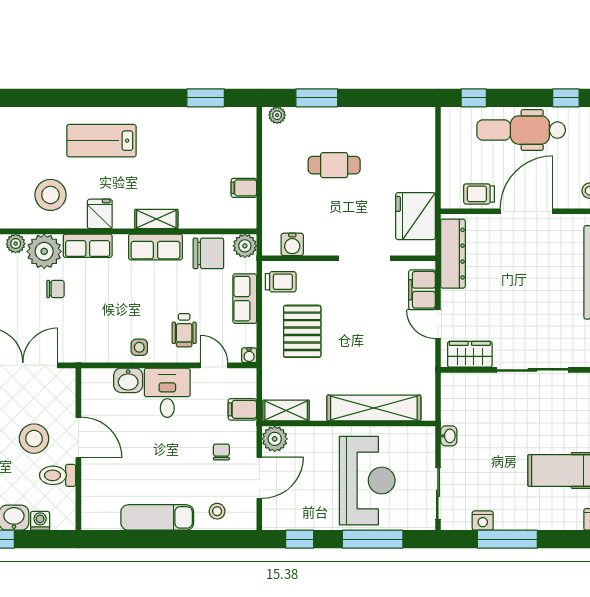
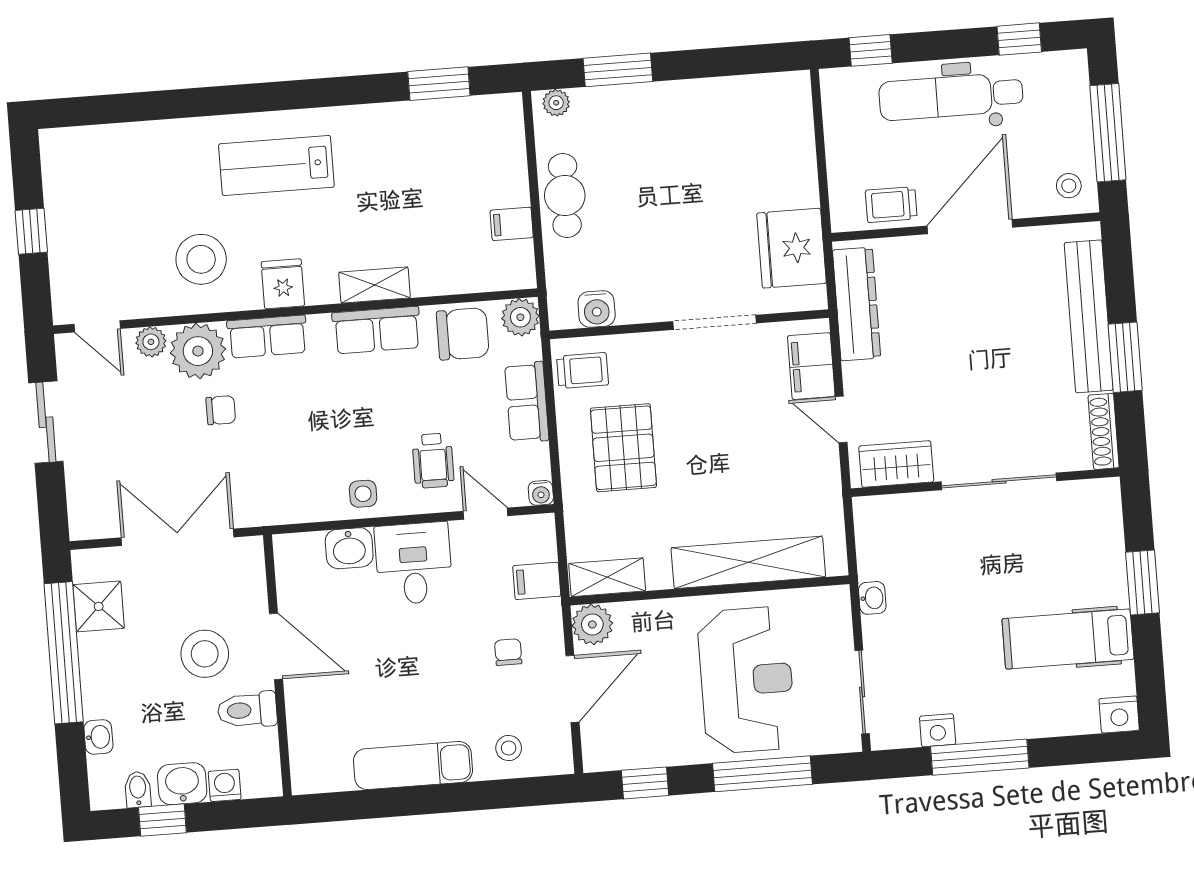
cafe table: (334, 165) -> (565, 196), moved, turned 90

